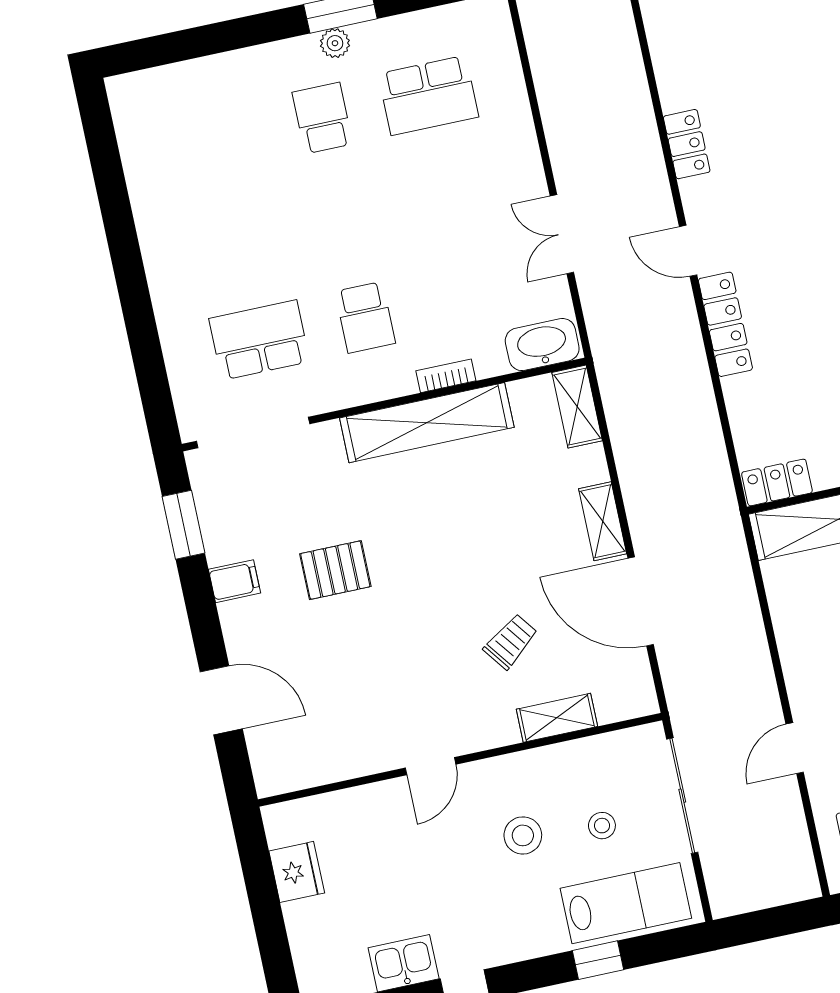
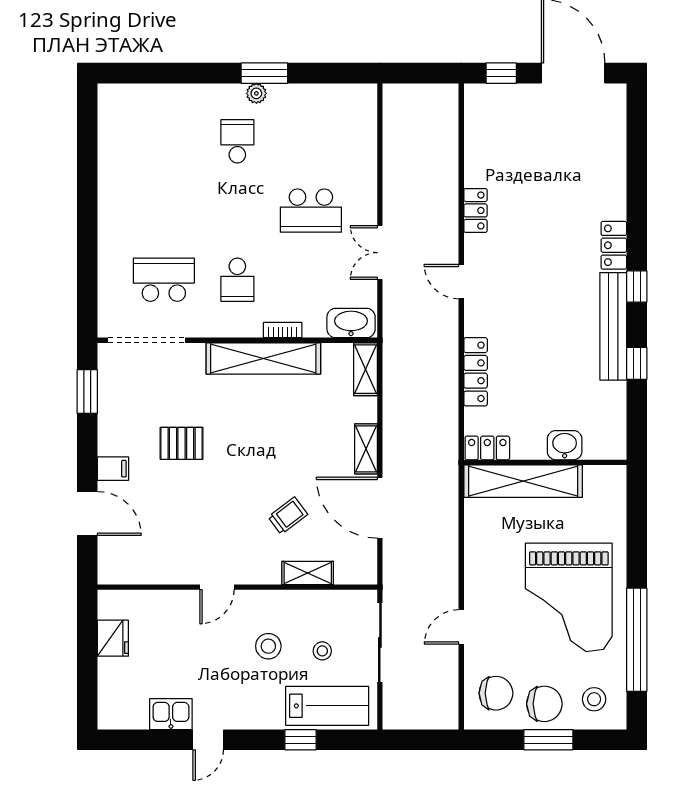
school desk: (428, 95) -> (311, 211), moved
locker: (725, 324) -> (476, 372), moved
filing cabinet: (234, 581) -> (113, 469), moved

